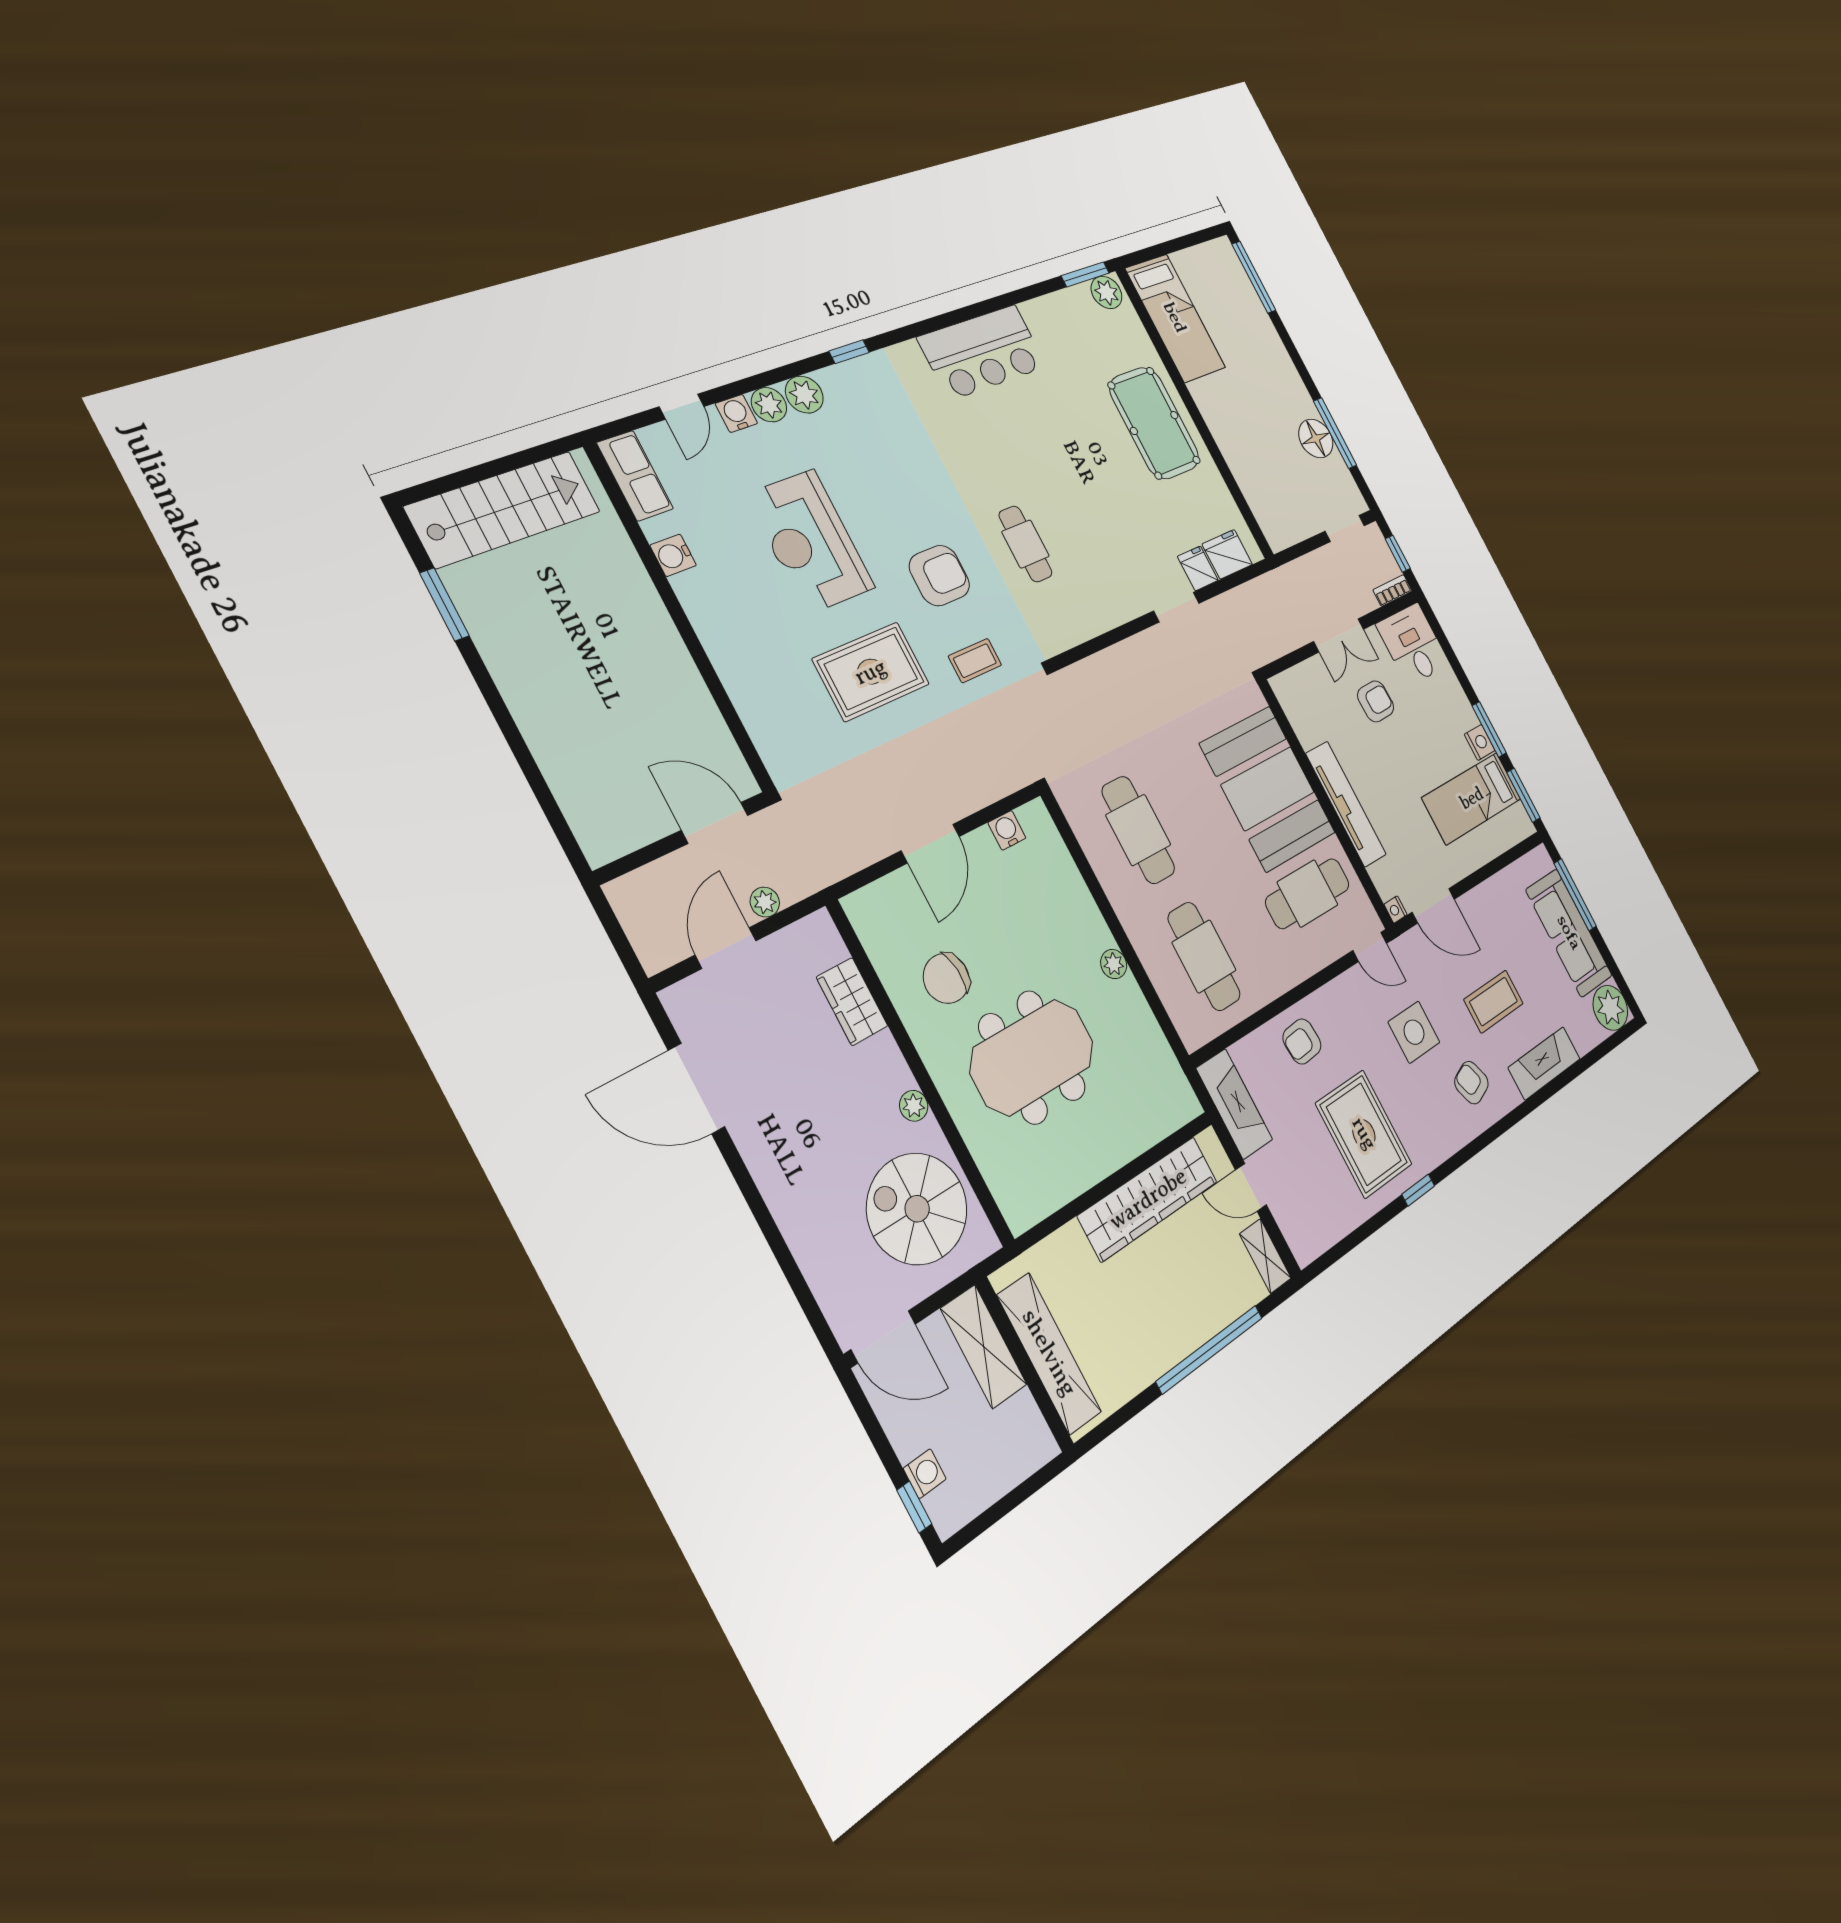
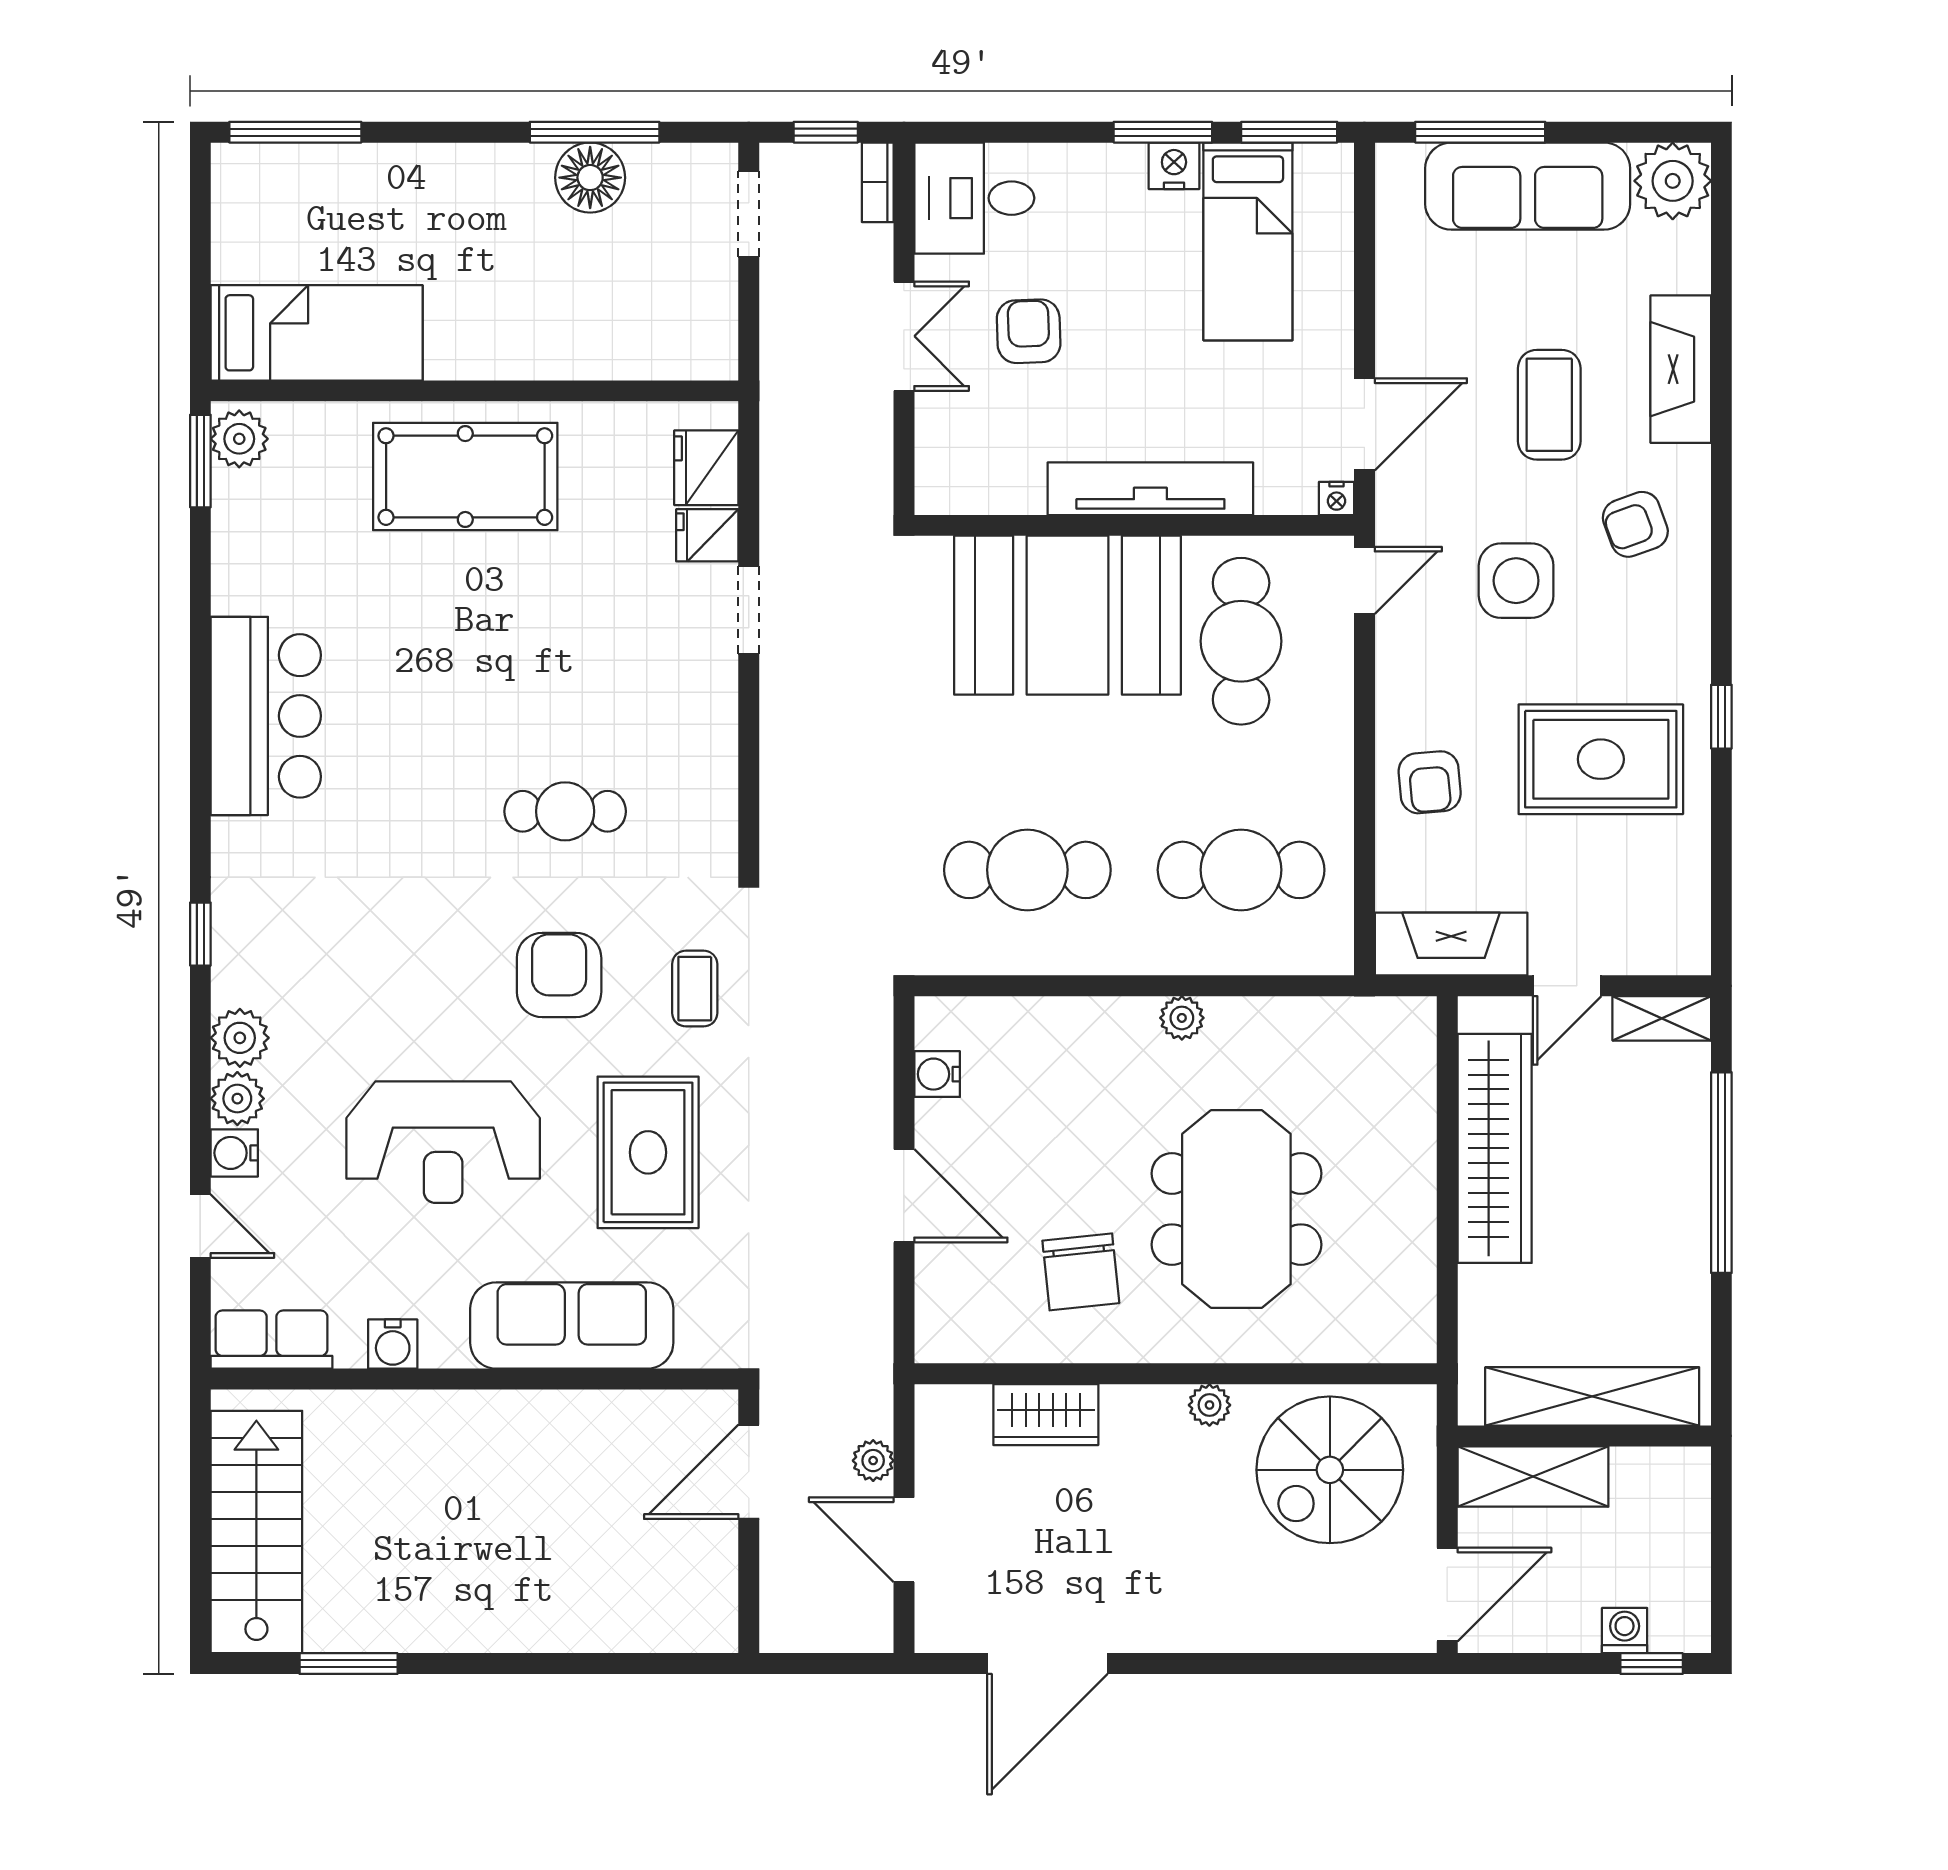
sofa: (745, 667) -> (572, 1326), added

